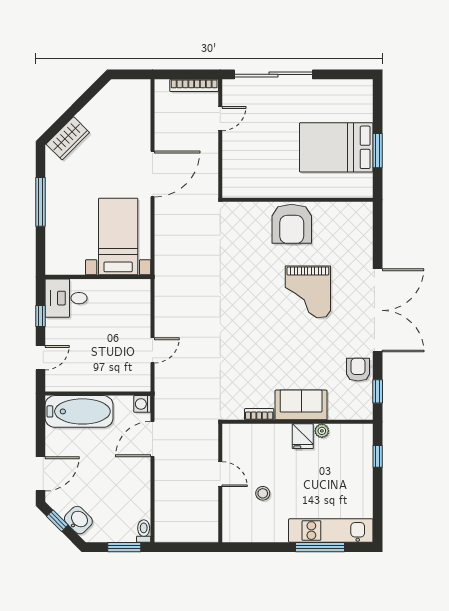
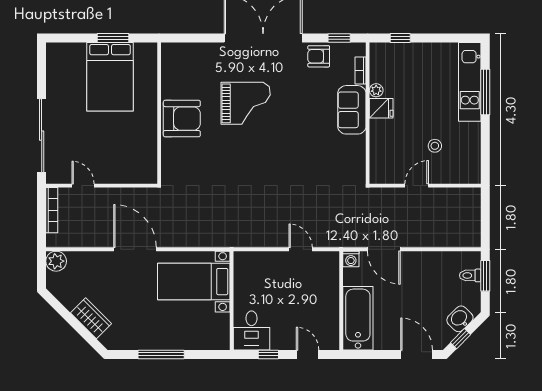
plant: (140, 90) -> (56, 261), added
wardrobe: (68, 138) -> (91, 318), moved
bookcase: (259, 414) -> (361, 71), moved
toilet: (144, 531) -> (470, 275), moved

